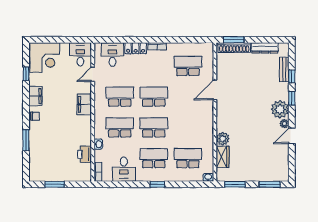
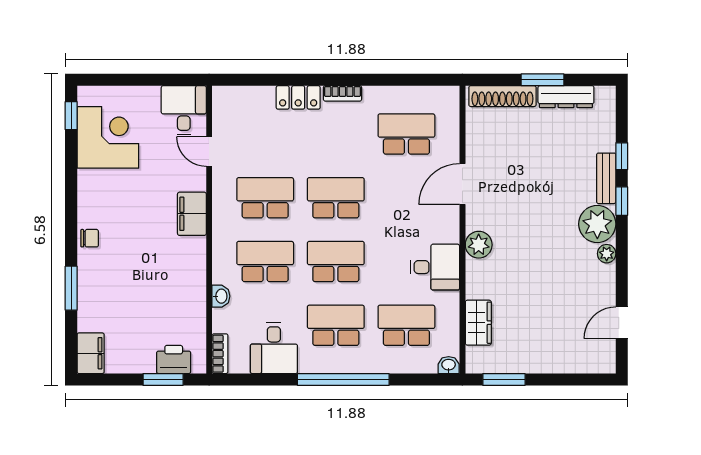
window: (234, 40) -> (543, 80), moved
desk: (112, 54) -> (435, 267), moved, turned 90
corner desk: (45, 57) -> (108, 137), moved, turned -90
bench: (284, 70) -> (606, 178), moved
window: (26, 74) -> (71, 116), moved
door: (93, 74) -> (209, 151), hinge flipped
filing cabinet: (35, 96) -> (91, 353), moved
door: (292, 136) -> (622, 323), moved
plant: (223, 139) -> (479, 245), moved
printer: (84, 154) -> (174, 360), moved, turned 90
window: (55, 184) -> (163, 379), moved
window: (157, 184) -> (343, 379), width x3.17
window: (270, 184) -> (576, 379), removed

